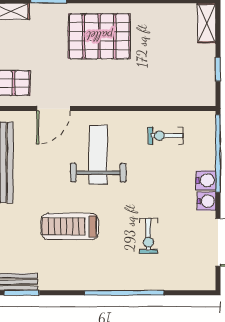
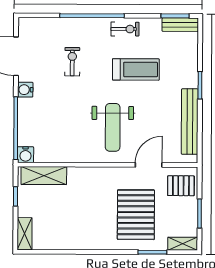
pallet: (99, 36) -> (136, 215), moved, turned 90
shelving: (183, 95) -> (44, 176), added
exercise bike: (165, 136) -> (125, 29), moved
water cooler: (206, 180) -> (26, 155), moved, turned -90

